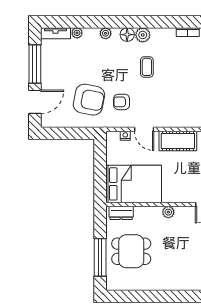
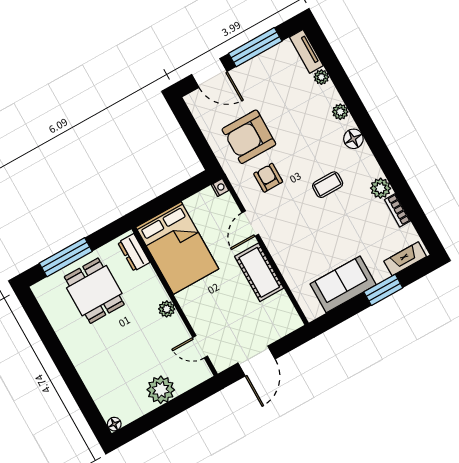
plant: (143, 35) -> (381, 188), moved
armchair: (89, 100) -> (249, 137), turned 79
nightstand: (125, 136) -> (220, 187), moved

